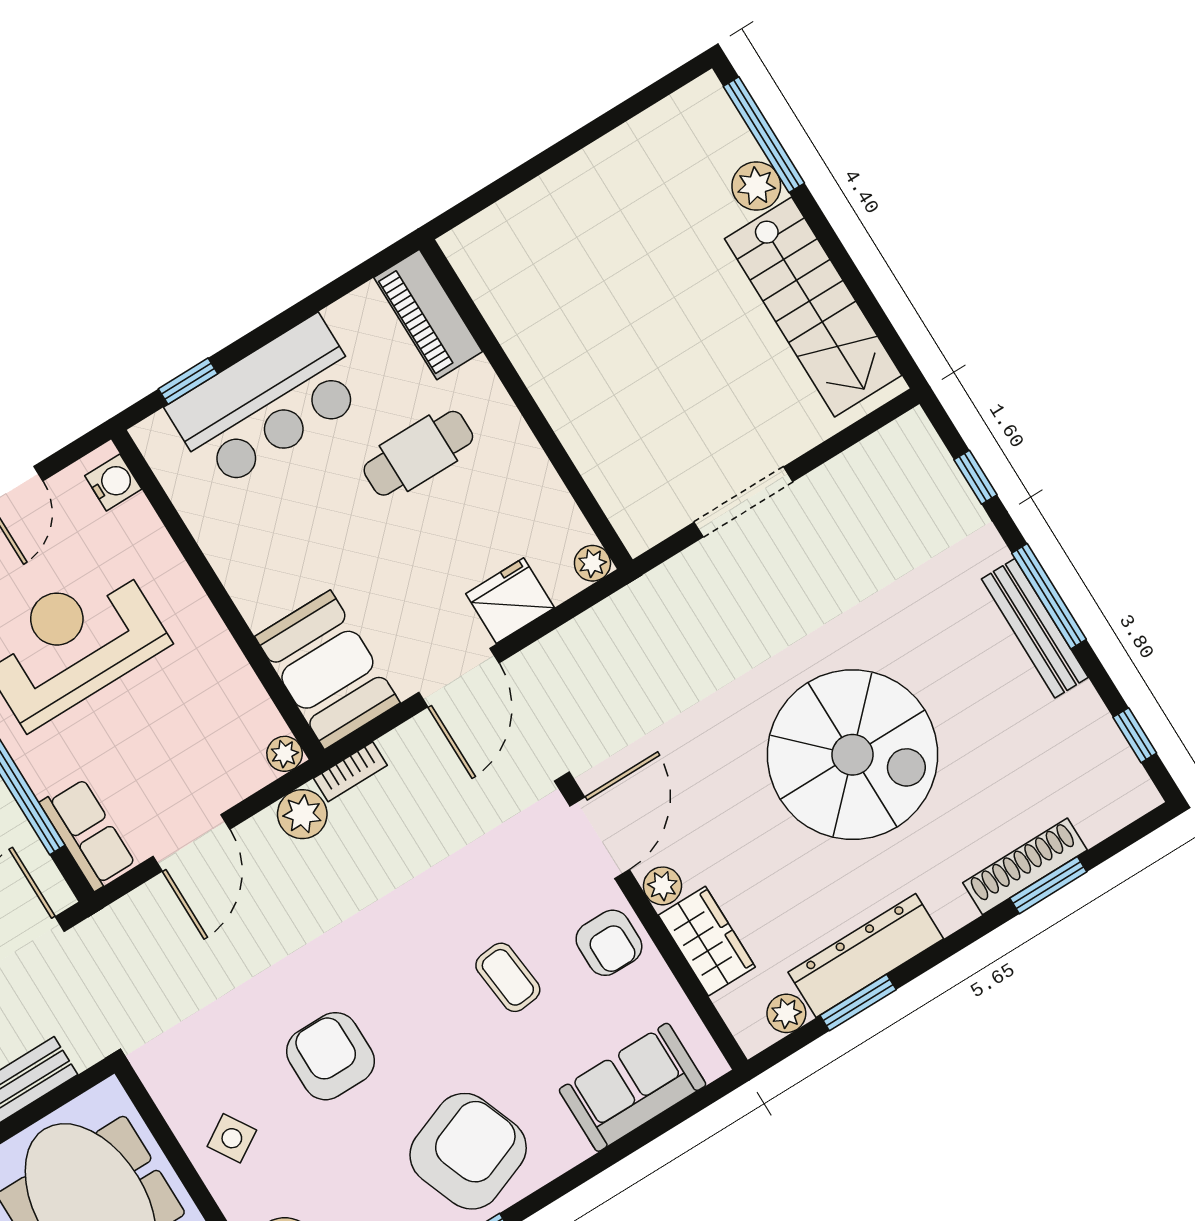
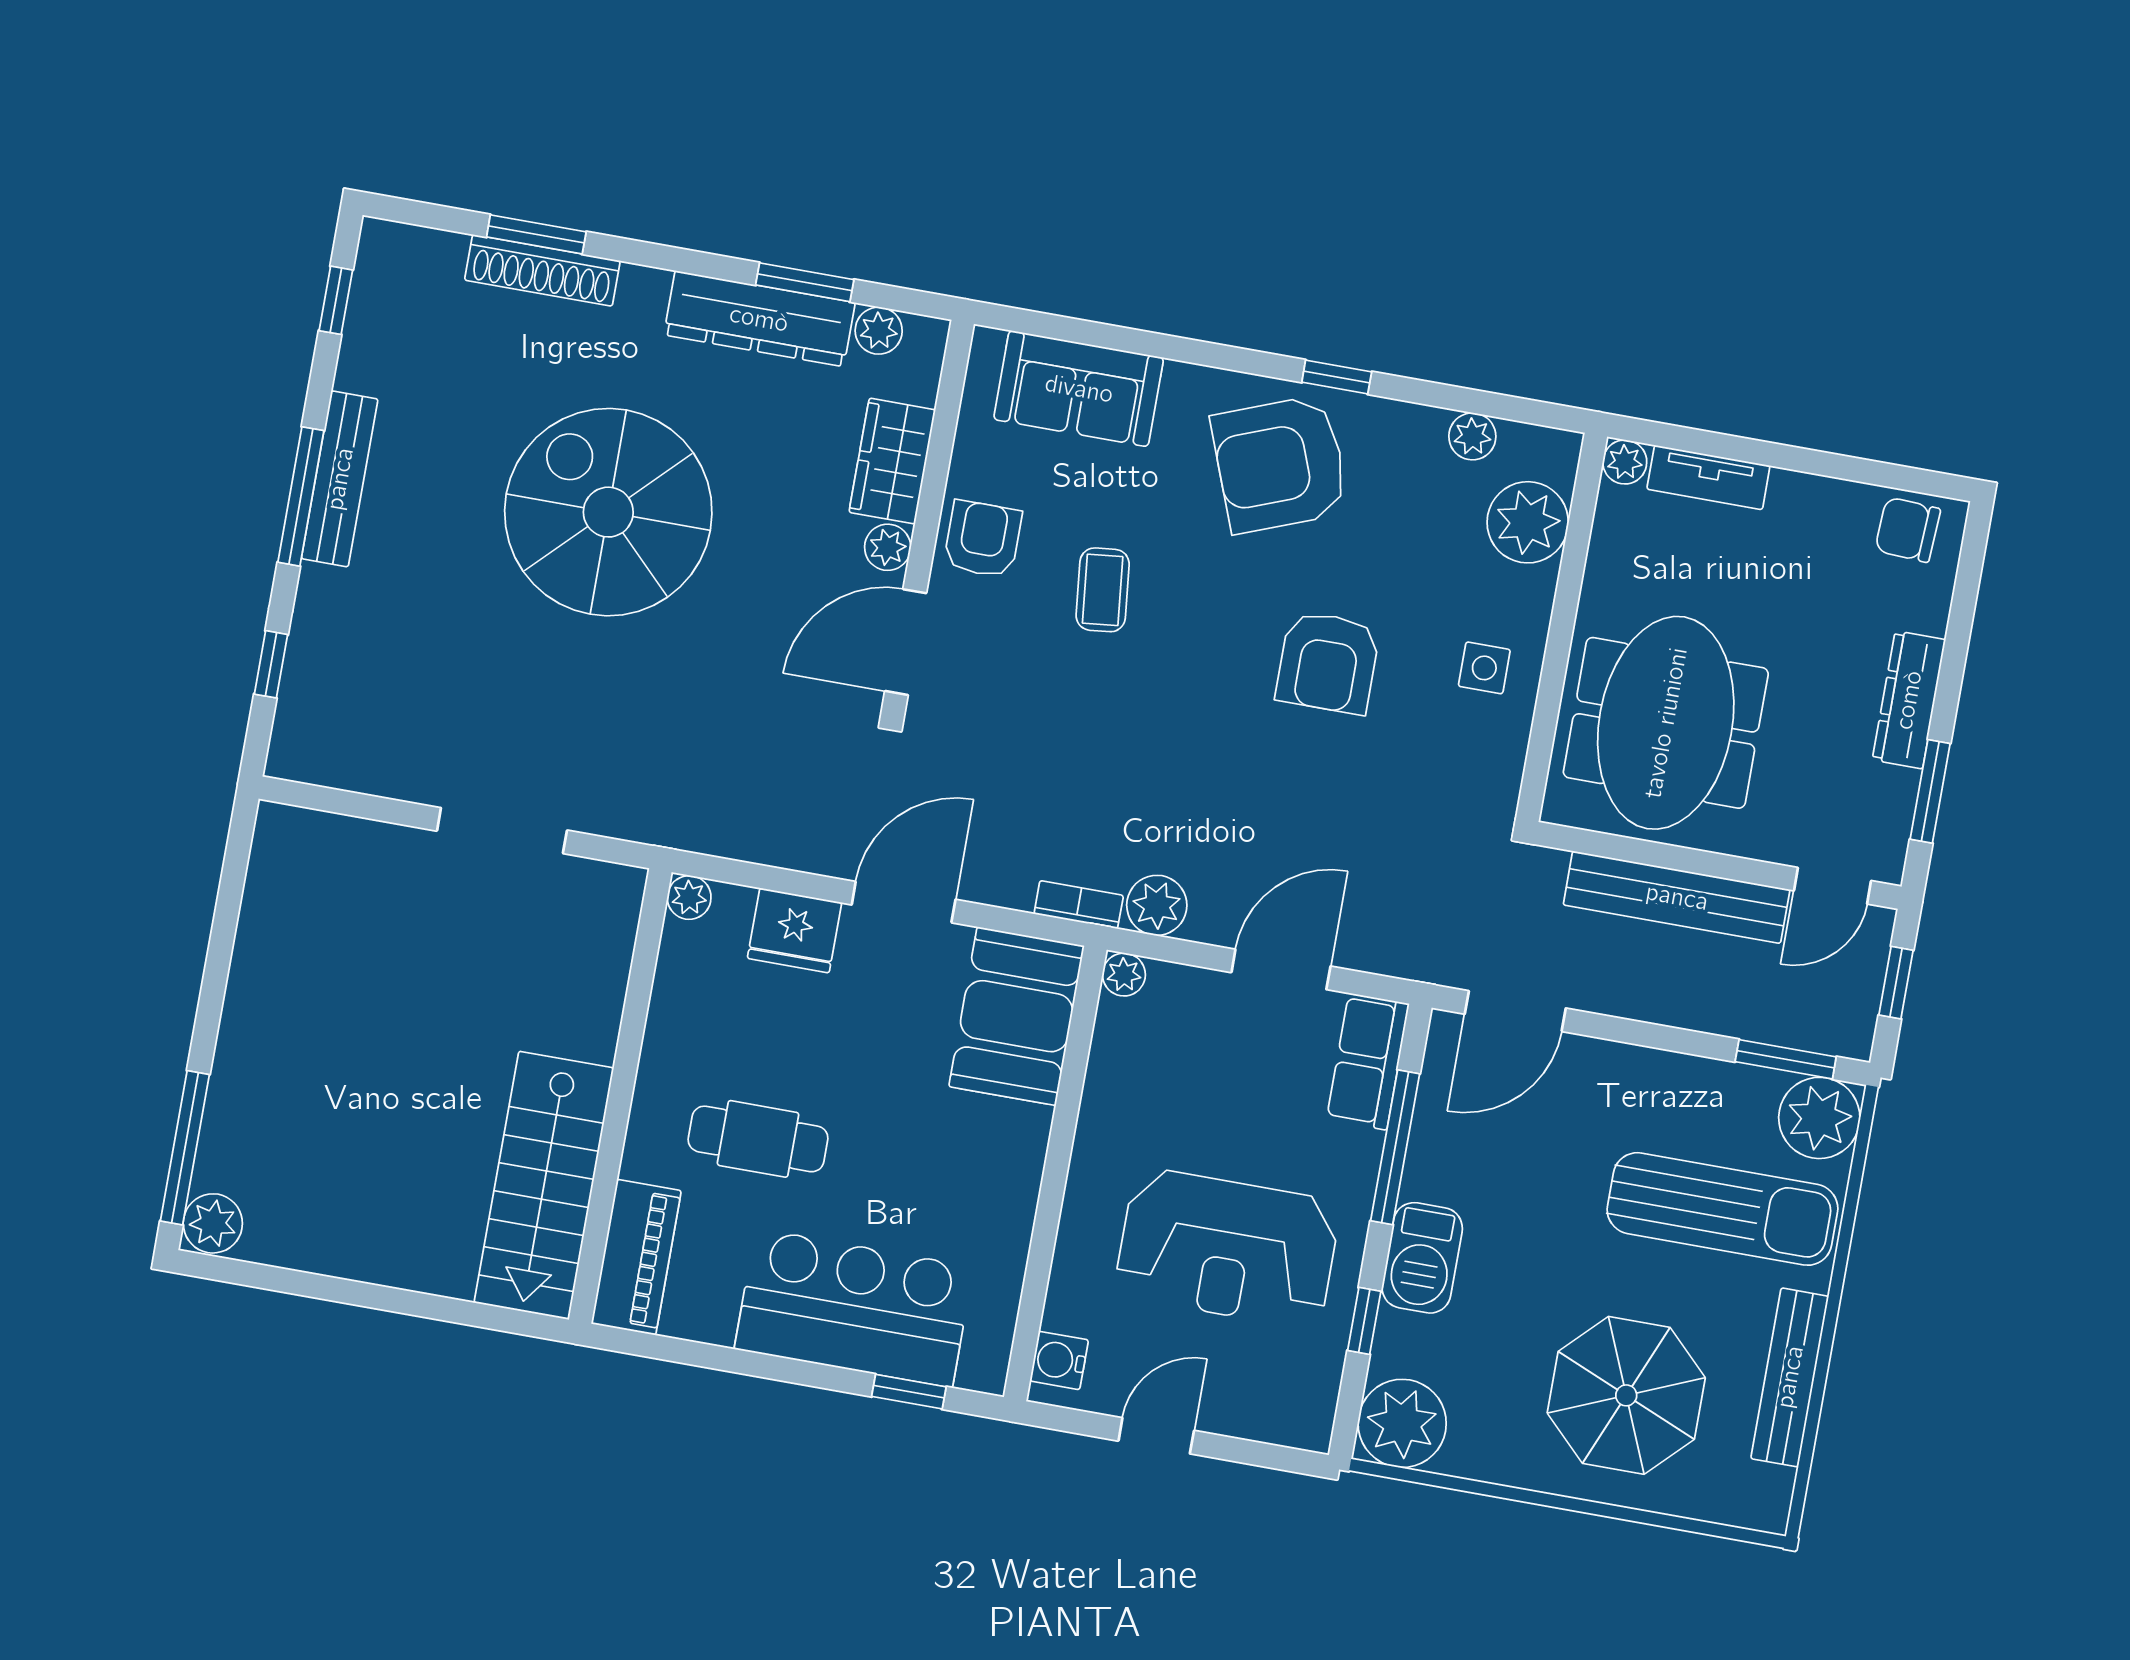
plant: (756, 186) -> (213, 1223), moved
stairs: (813, 307) -> (544, 1185), moved, turned 180
side table: (232, 1138) -> (1484, 668), turned 32

